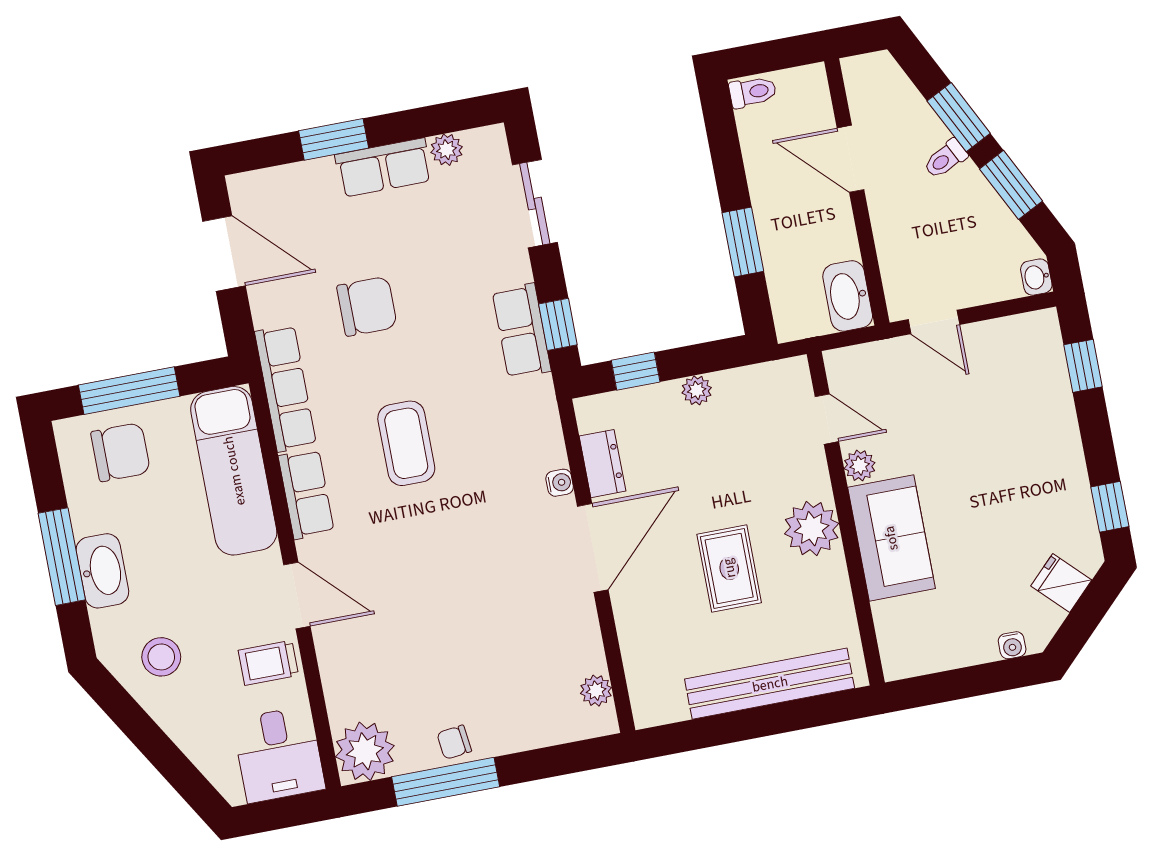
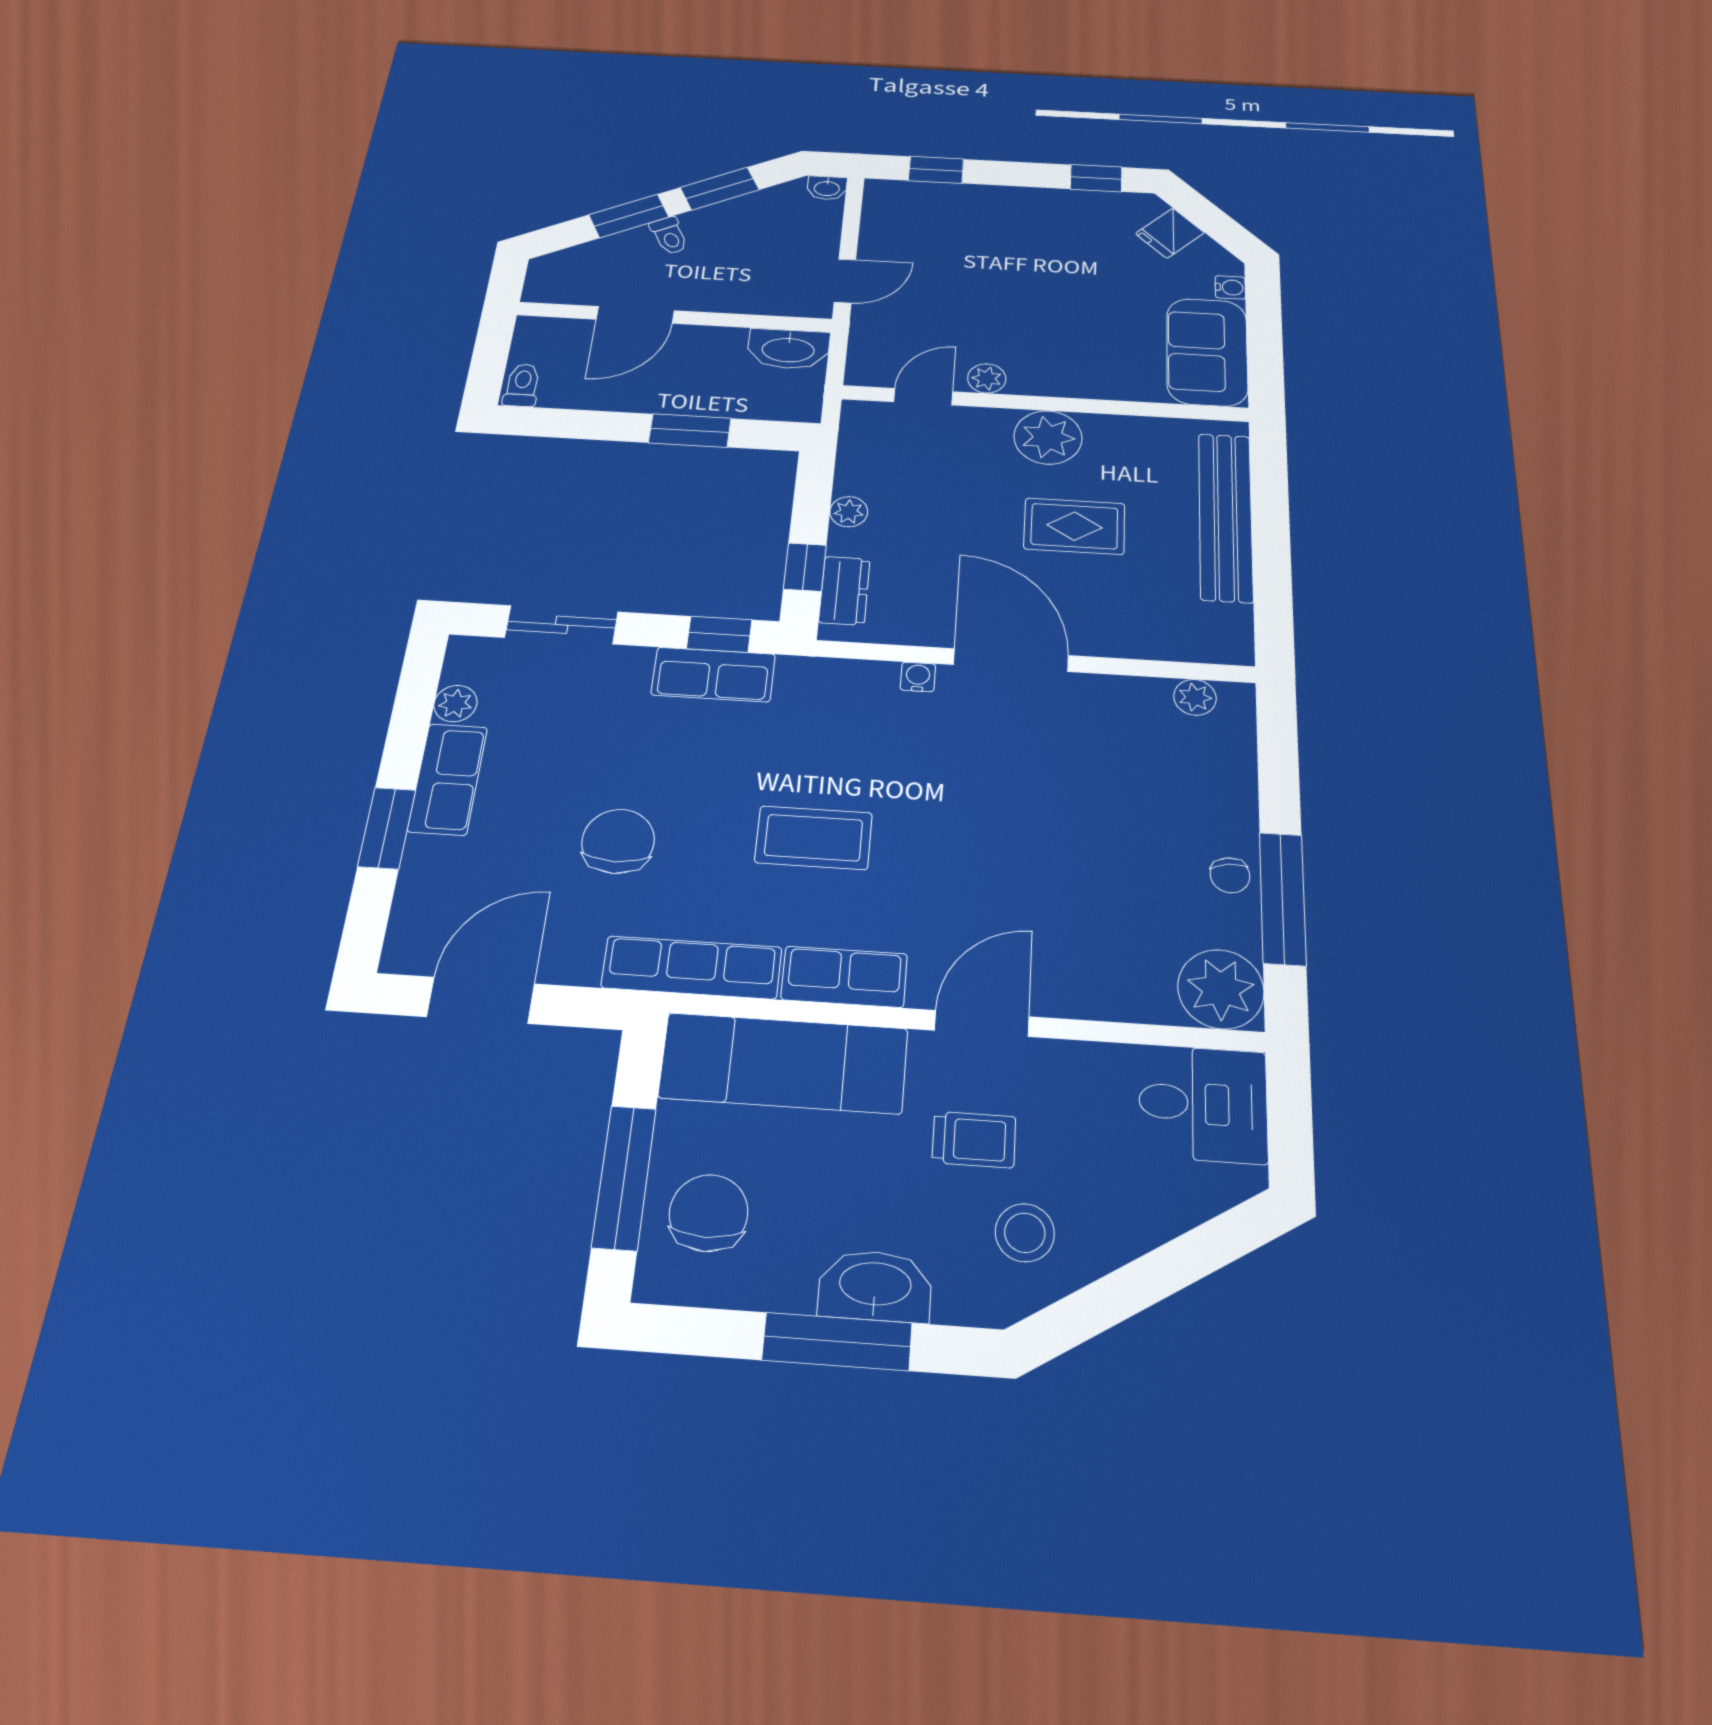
dresser: (602, 464) -> (844, 591), moved, turned 90
sofa: (891, 538) -> (1207, 352), moved, turned -90
trolley: (268, 663) -> (974, 1140), moved, turned -90

